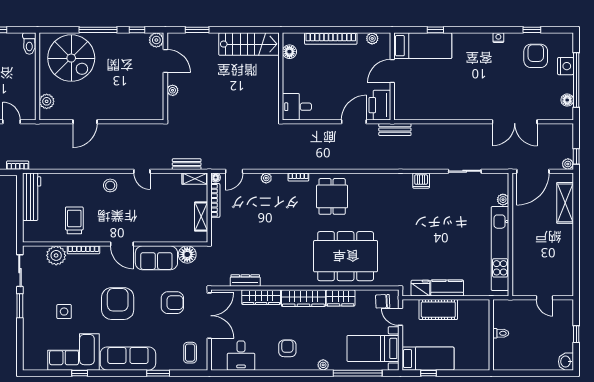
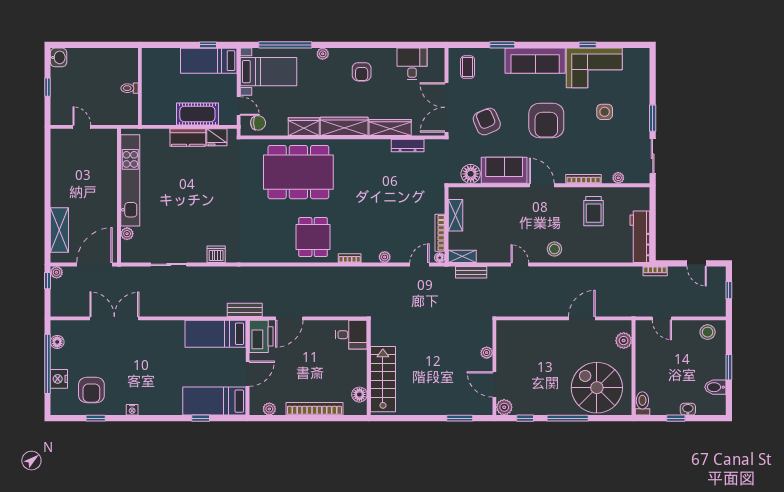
stairs: (249, 44) -> (383, 379), moved, turned 90
bed: (422, 108) -> (215, 334), added
plant: (56, 255) -> (618, 178), width x0.53, depth x0.53
armchair: (172, 303) -> (487, 122), turned 67

